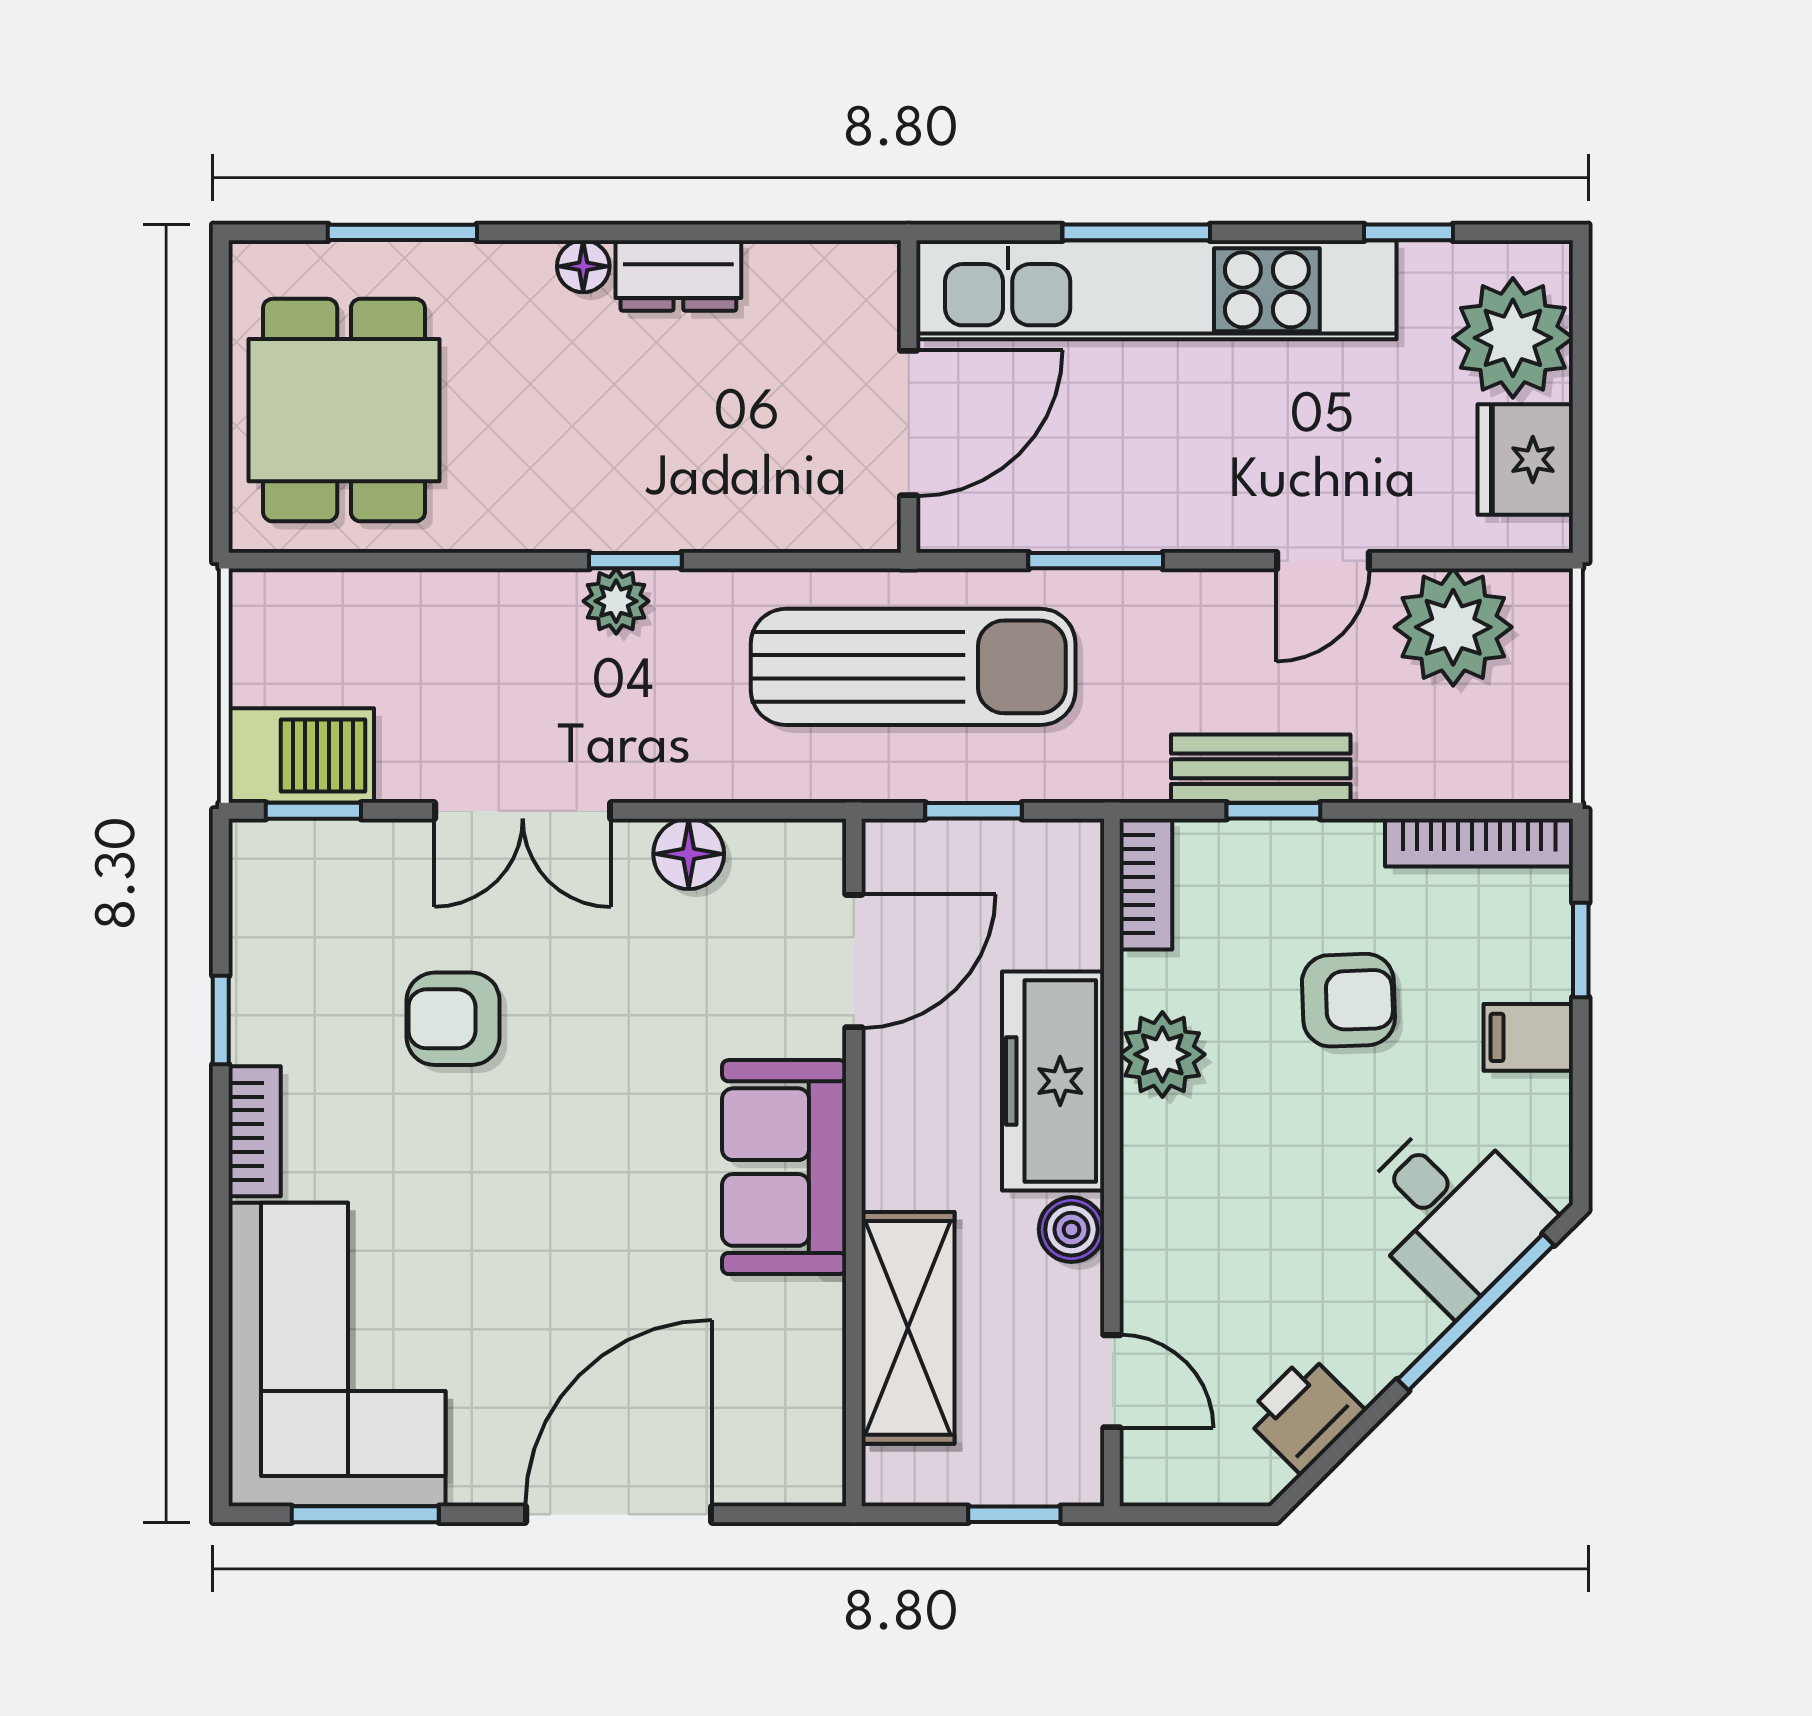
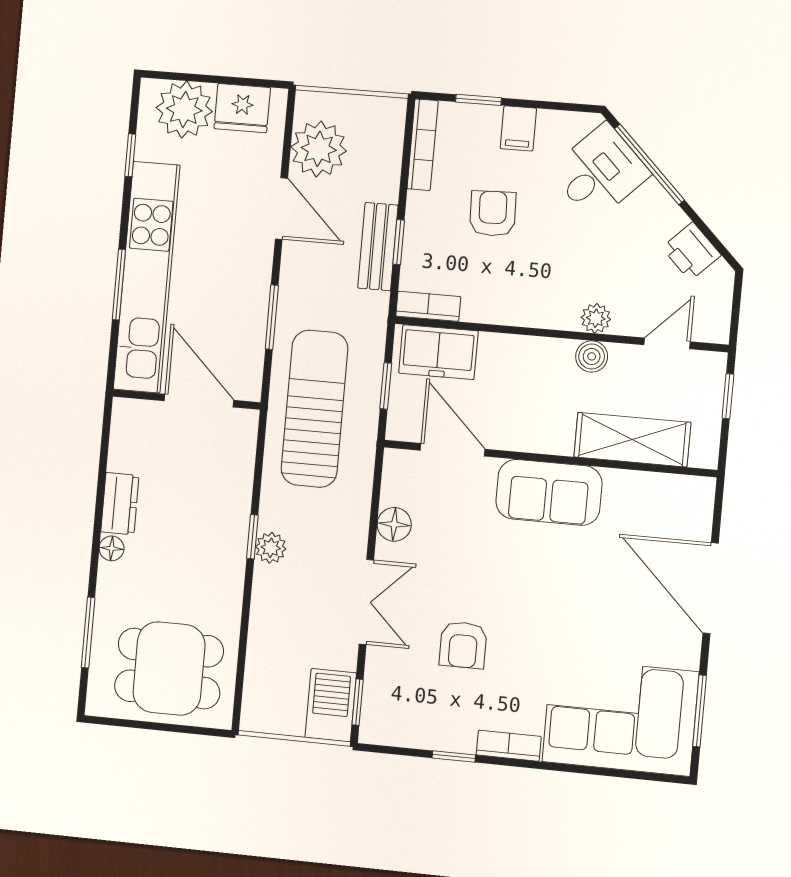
door: (1323, 561) -> (281, 209), width x1.38
plant: (1162, 1054) -> (596, 318), moved, width x0.73, depth x0.73
freezer: (1053, 1081) -> (438, 352), moved, width x0.71

